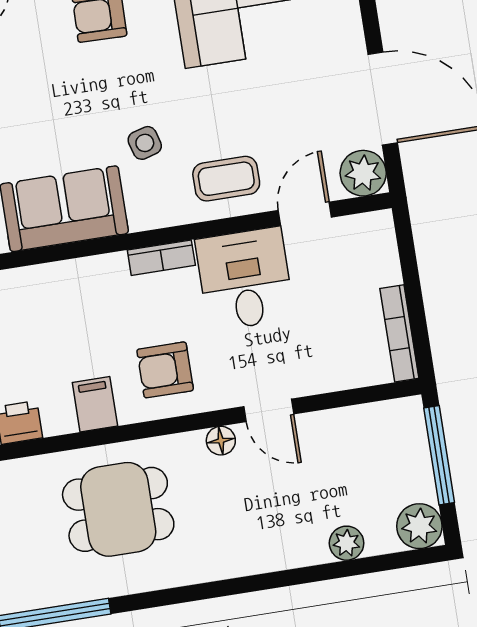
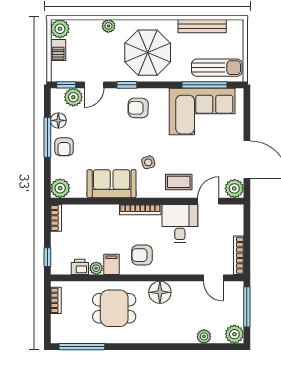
bookcase: (161, 258) -> (140, 210), width x1.56
door: (269, 410) -> (213, 278), moved
plant: (59, 419) -> (96, 268), added
floor lamp: (221, 441) -> (160, 292), width x1.89, depth x1.89

